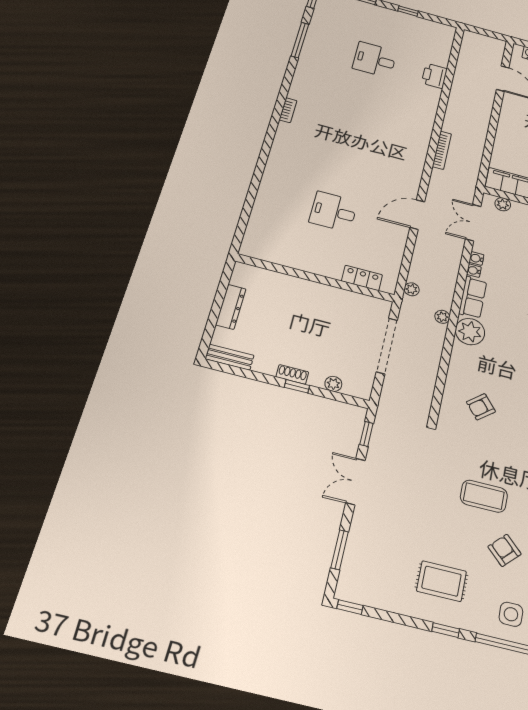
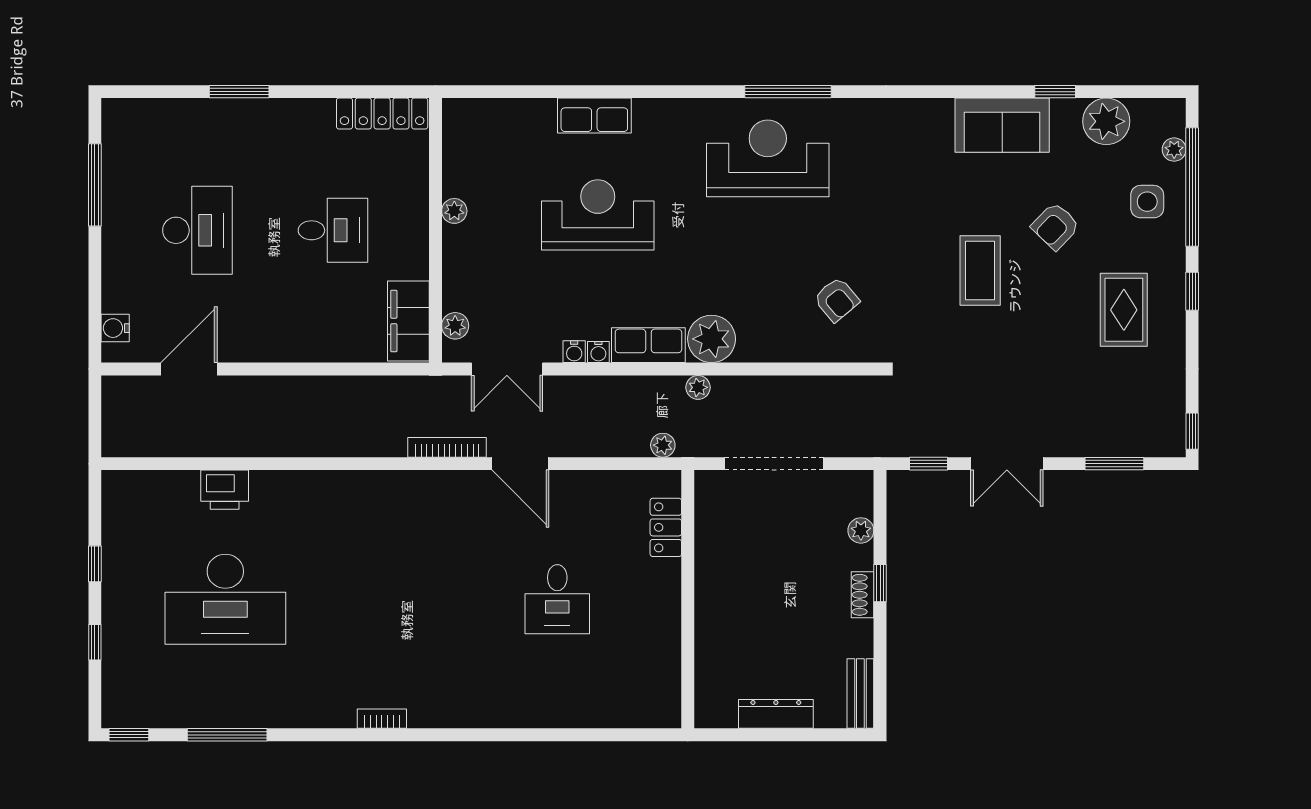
desk: (375, 60) -> (225, 599), width x1.87, depth x1.30
bookcase: (442, 150) -> (447, 447), moved

